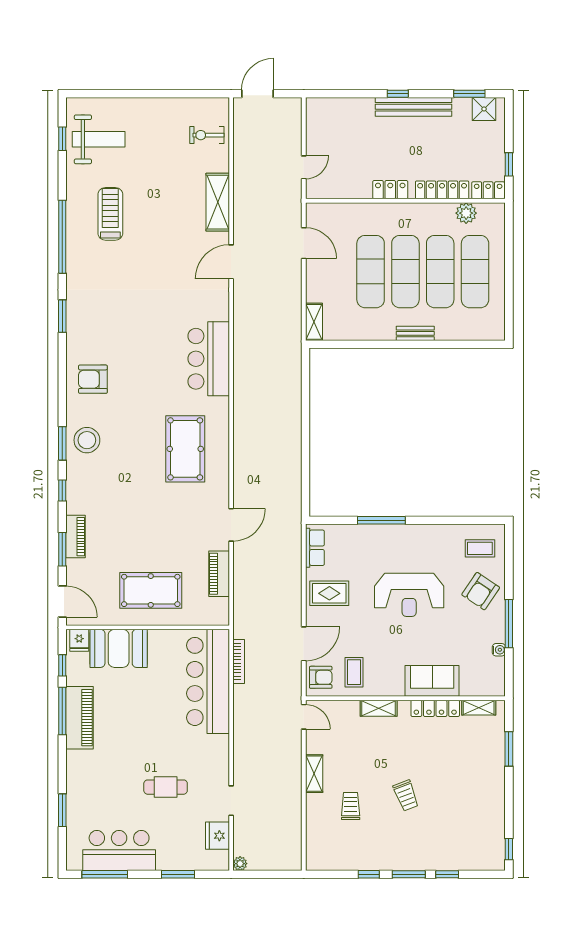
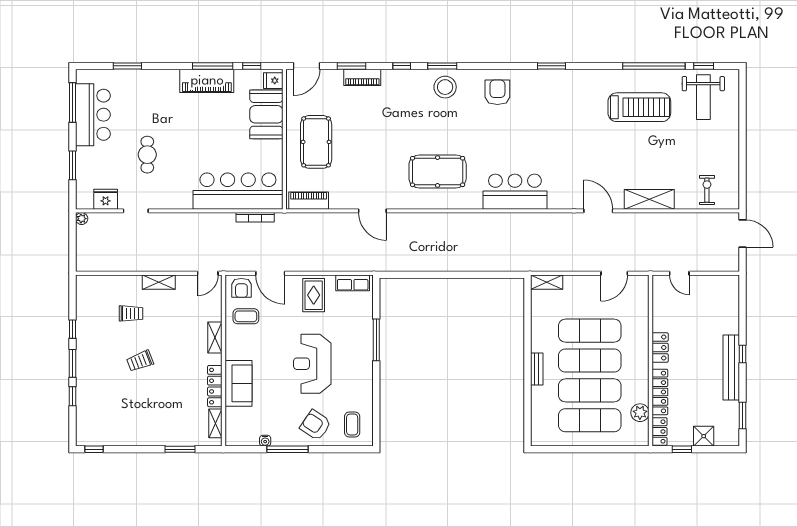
shower: (484, 109) -> (704, 436), moved
treadmill: (110, 214) -> (639, 107), width x1.37, depth x1.37
window: (62, 237) -> (654, 66), moved
piano: (219, 574) -> (309, 201), moved

